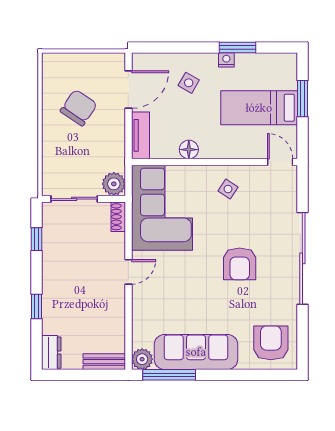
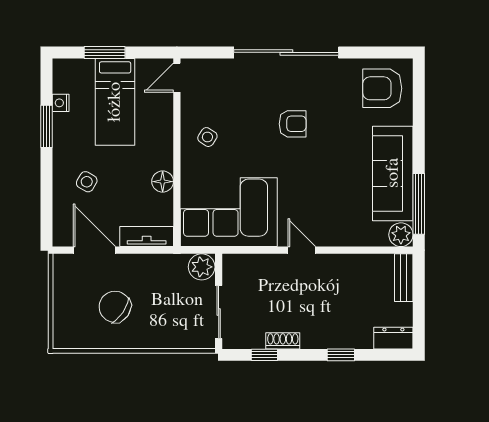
nightstand: (226, 60) -> (61, 103), moved
shoe rack: (118, 217) -> (283, 341), moved, turned 180
armchair: (240, 264) -> (293, 124), width x0.72, depth x0.72

